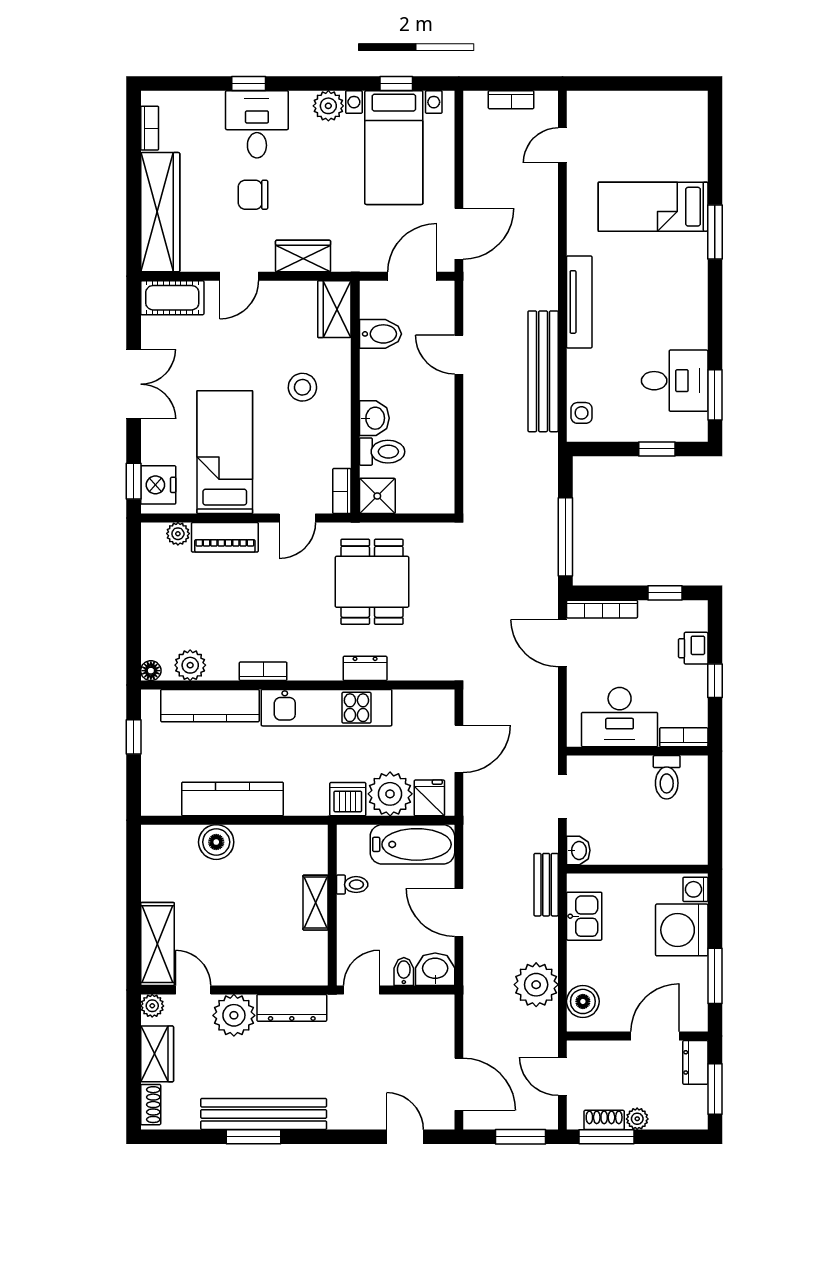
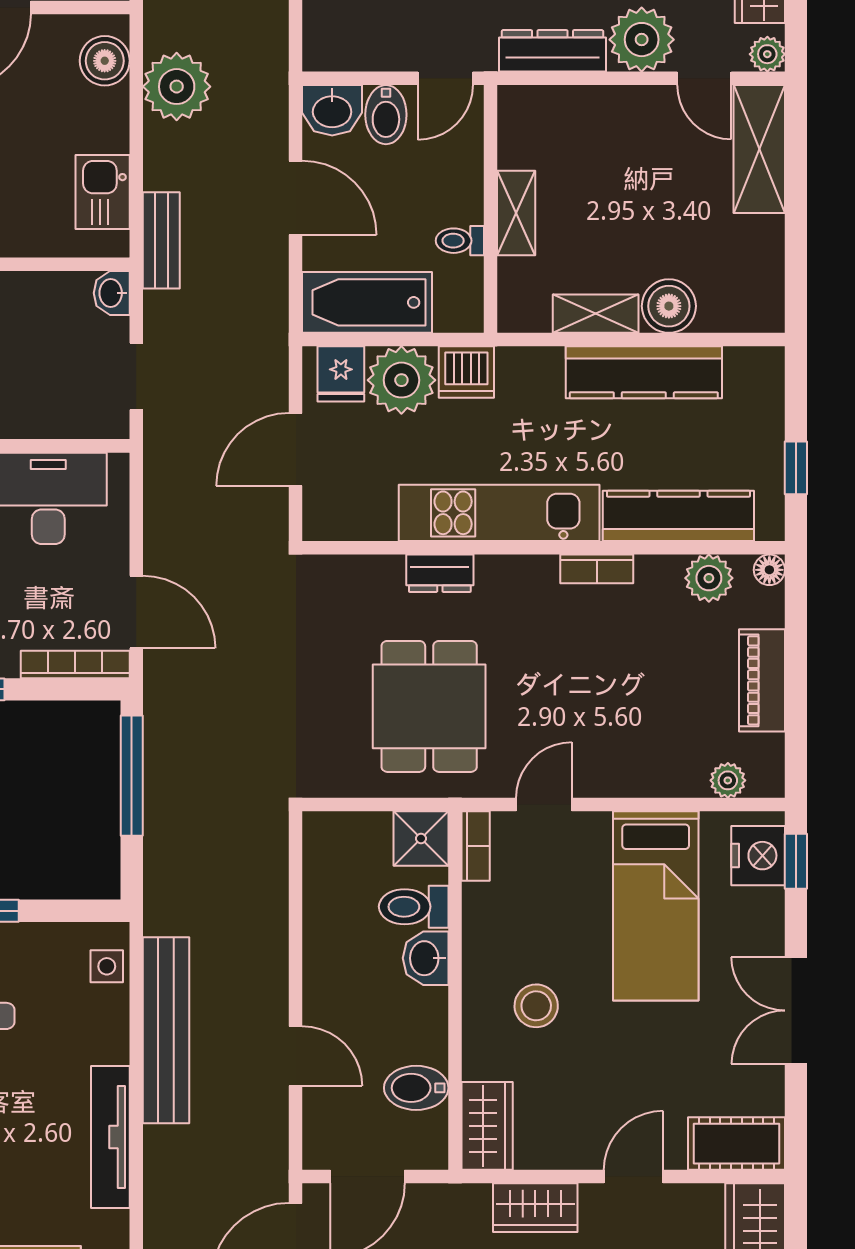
piano: (225, 537) -> (762, 680), moved, turned -90
shelving: (264, 837) -> (596, 314), added
bidet: (404, 972) -> (386, 115), width x1.38, depth x1.36

